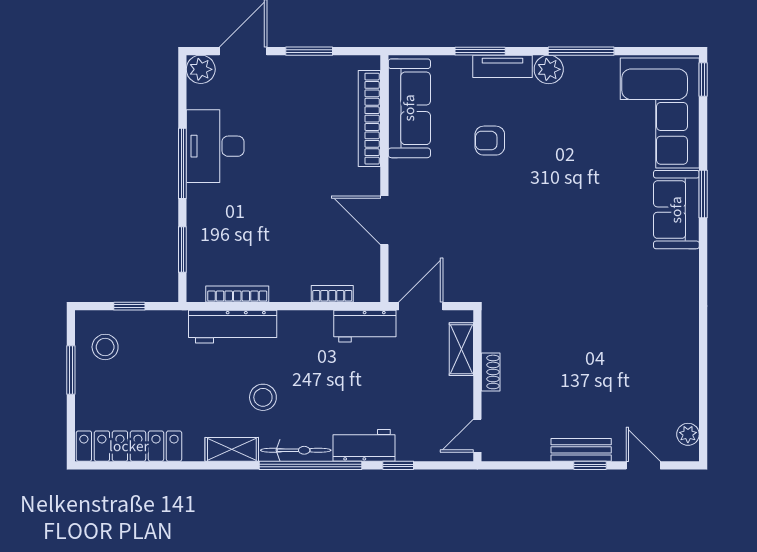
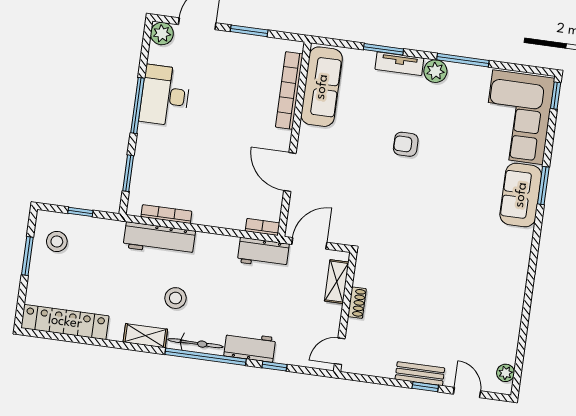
armchair: (490, 141) -> (406, 144), moved
bookcase: (332, 294) -> (263, 227), moved

